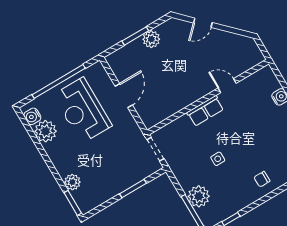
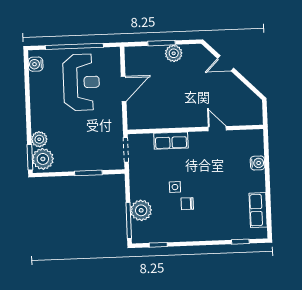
reception desk: (82, 110) -> (81, 82), turned 180
row of seats: (205, 111) -> (171, 141), moved
plant: (46, 131) -> (43, 159), moved
chair: (262, 179) -> (187, 204), moved

